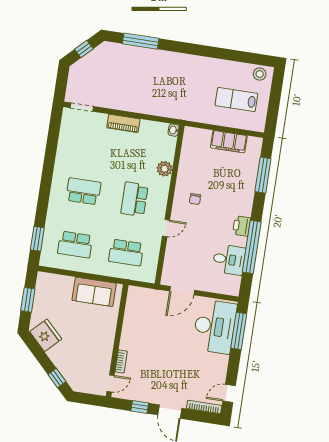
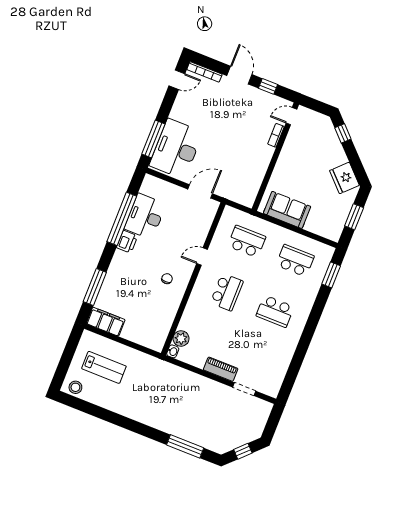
doorway: (82, 107) -> (244, 389), moved
filing cabinet: (229, 142) -> (106, 322), moved
plant: (165, 169) -> (181, 339), moved
desk: (229, 260) -> (145, 216), width x1.37

